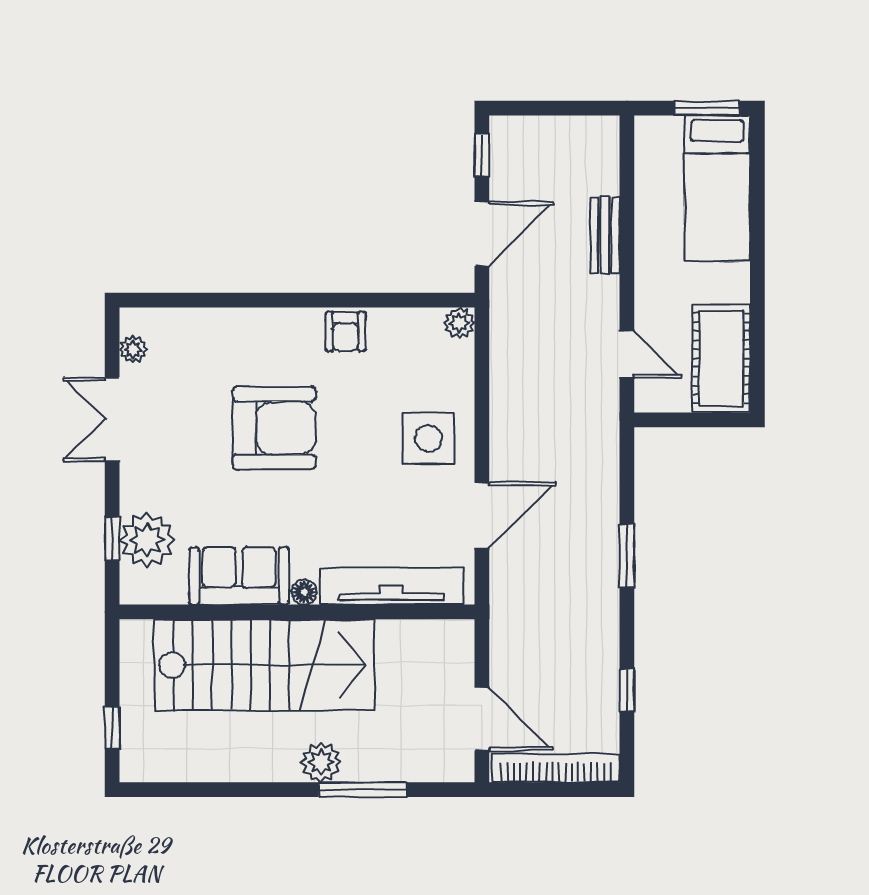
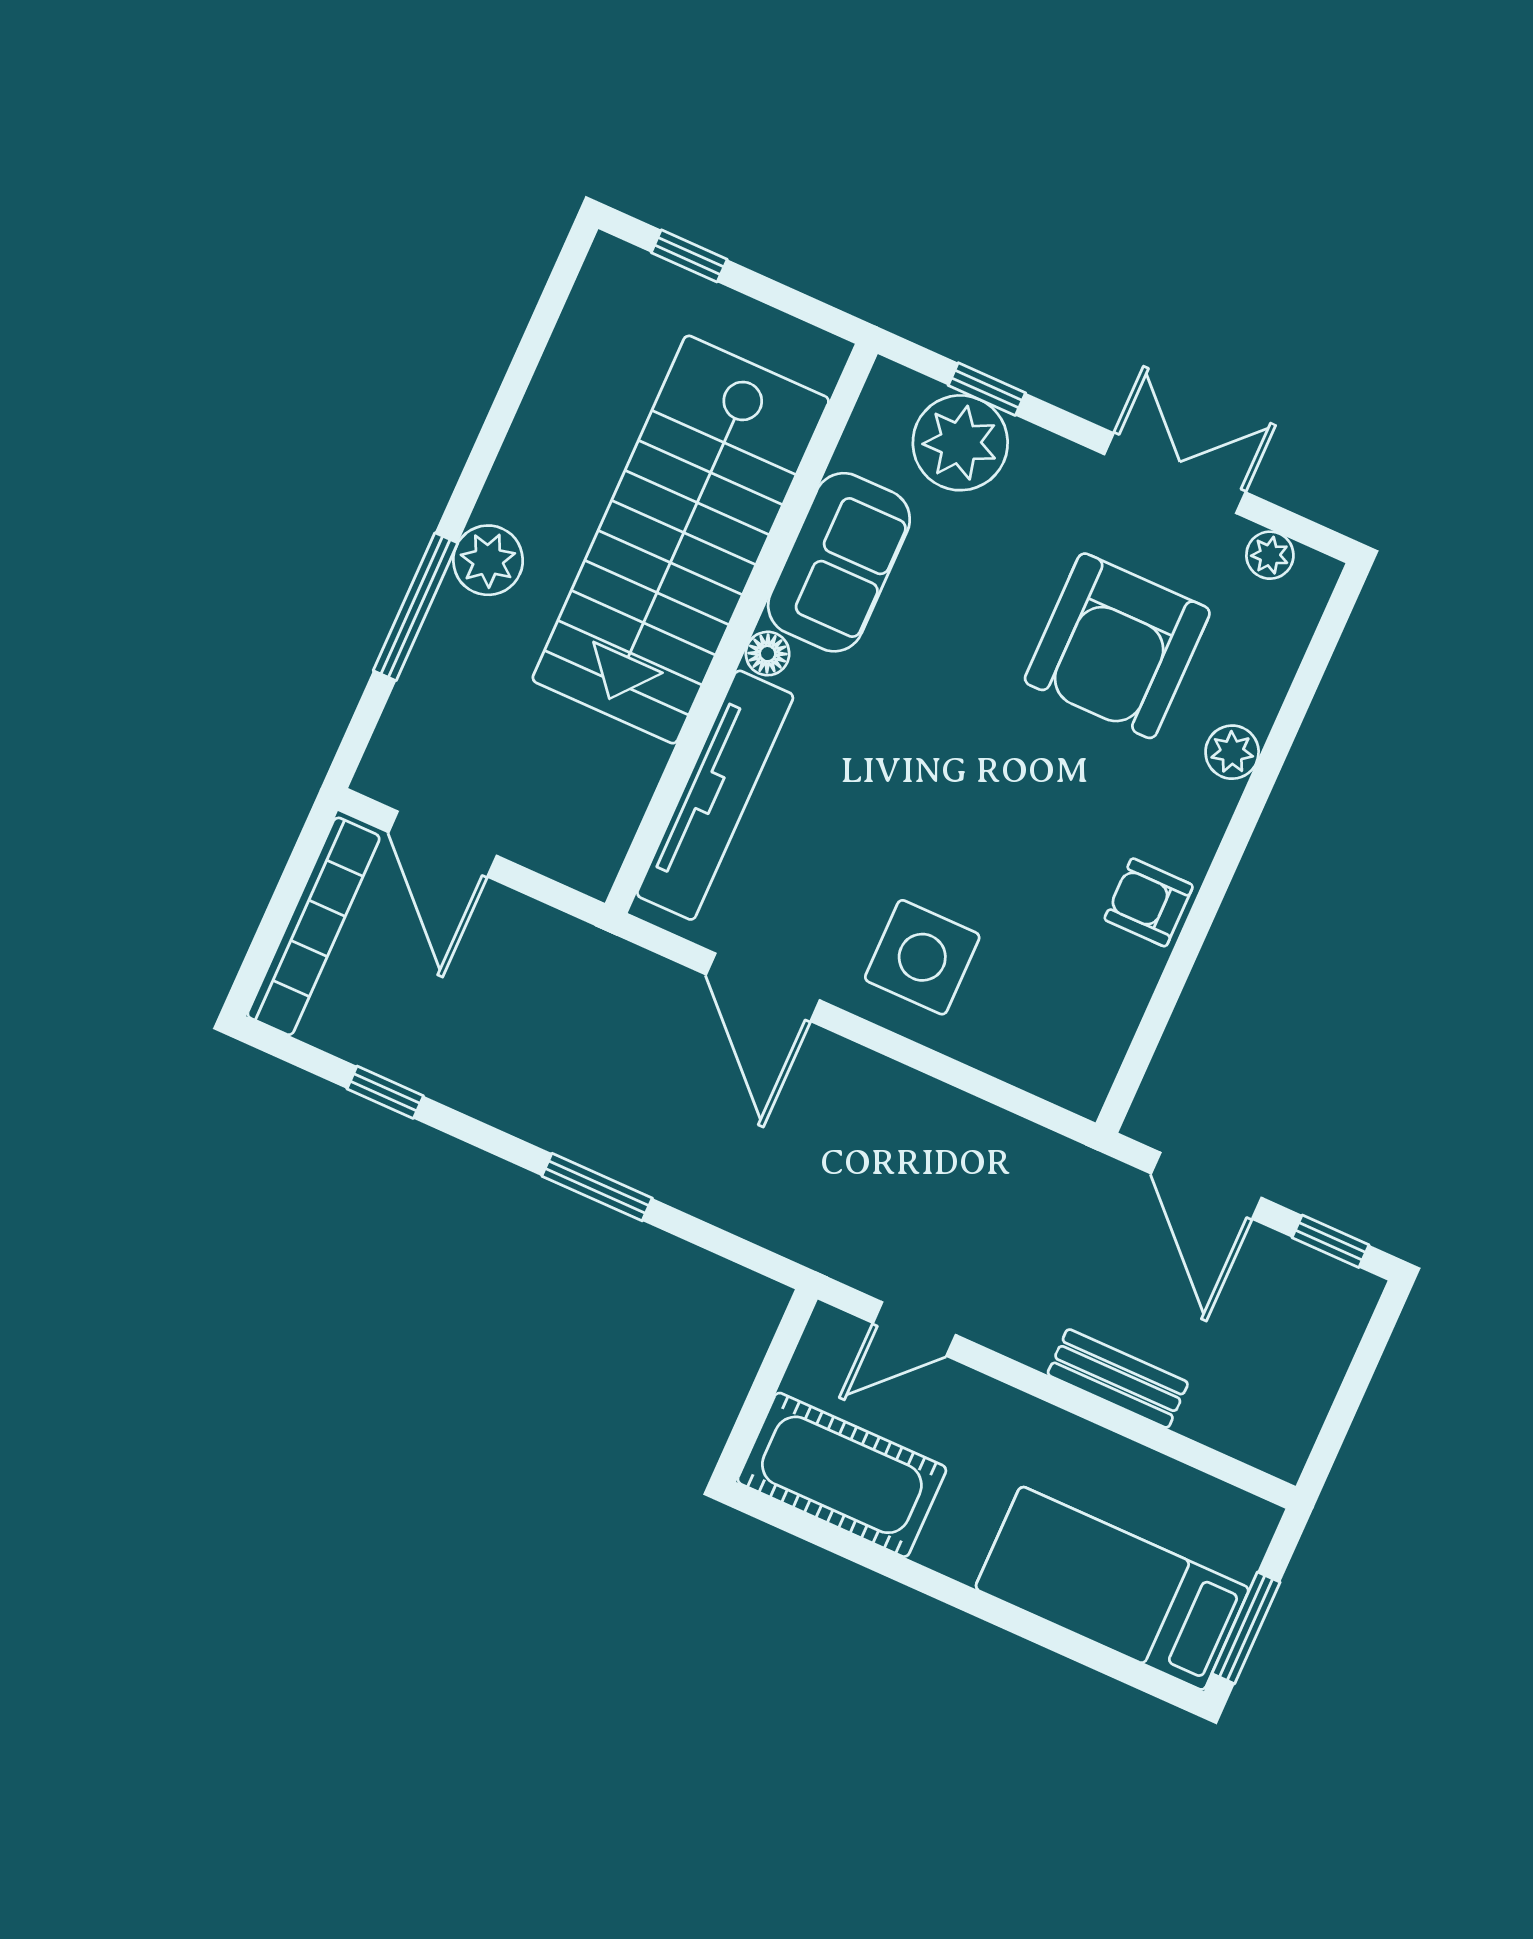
plant: (459, 323) -> (1232, 752), moved
armchair: (274, 428) -> (1117, 646), moved
door: (482, 719) -> (443, 844), hinge flipped

